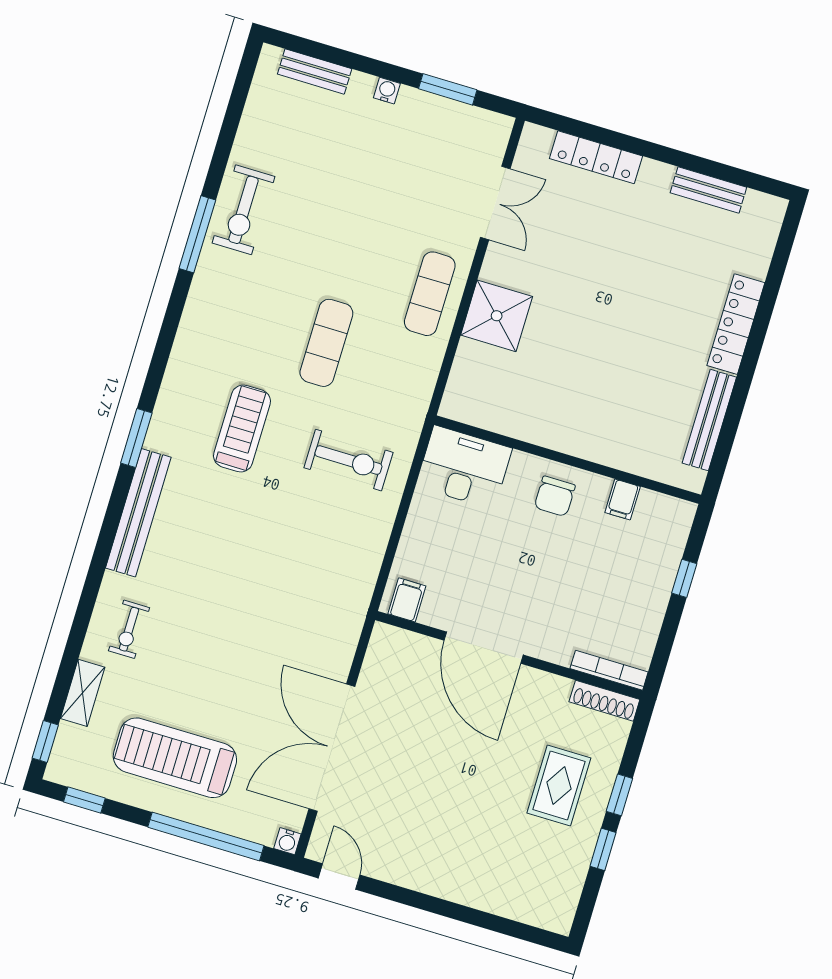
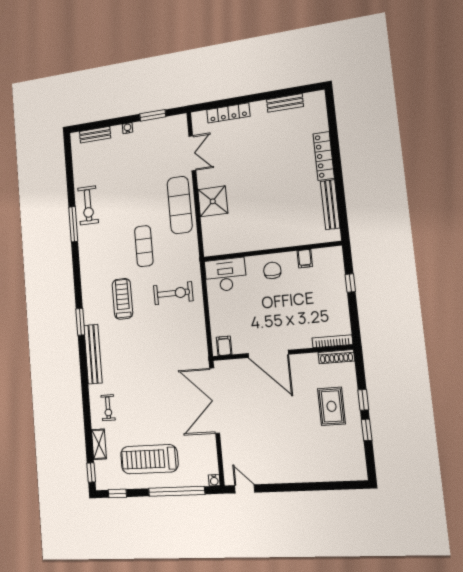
exercise mat: (430, 294) -> (180, 205), width x1.36, depth x1.45
chair: (555, 496) -> (272, 270), turned 180
double door: (332, 748) -> (215, 400), moved

